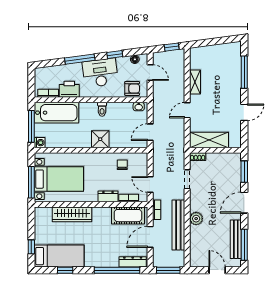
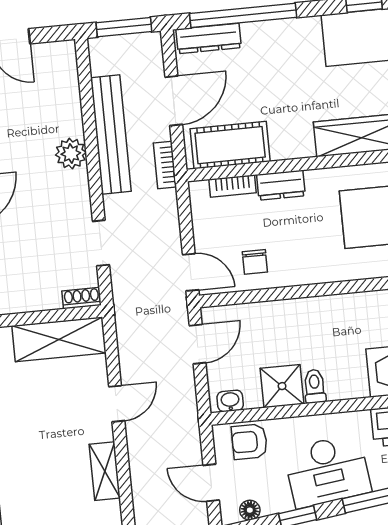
shower: (100, 139) -> (282, 386), moved
door: (150, 184) -> (191, 272), moved

